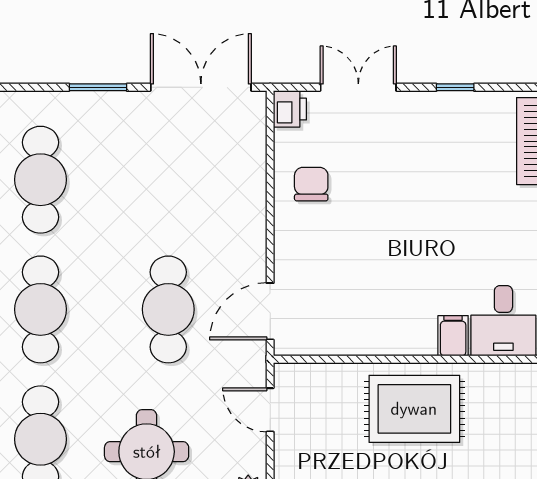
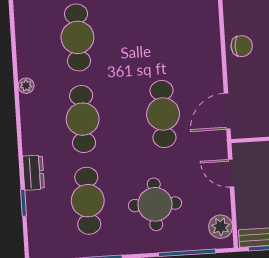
chair: (311, 184) -> (242, 46), moved, turned 90

